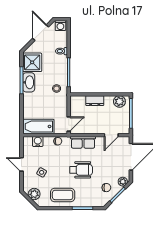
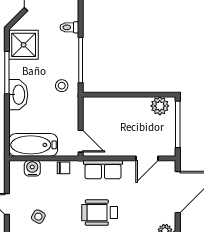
washbasin: (29, 82) -> (18, 95), moved
dresser: (95, 101) -> (121, 105), removed
door: (69, 124) -> (81, 141), hinge flipped
wheelchair: (81, 170) -> (100, 213), turned 180

